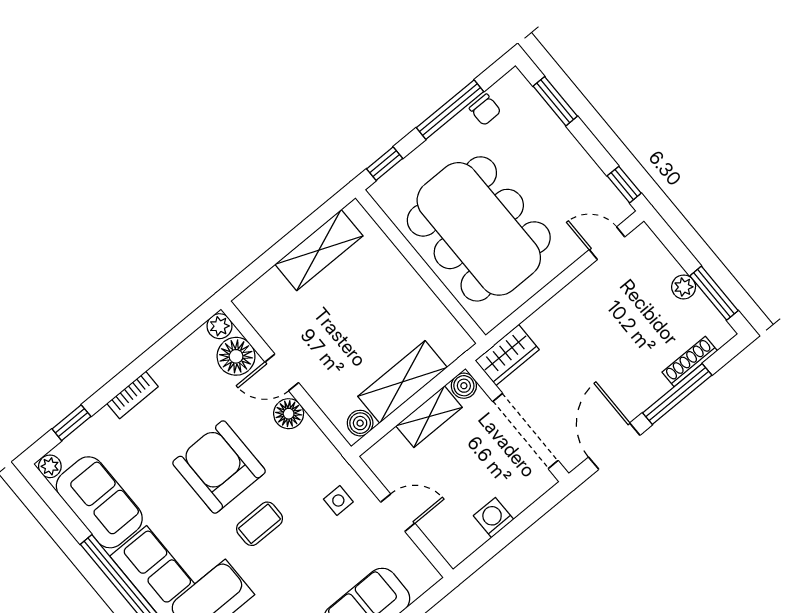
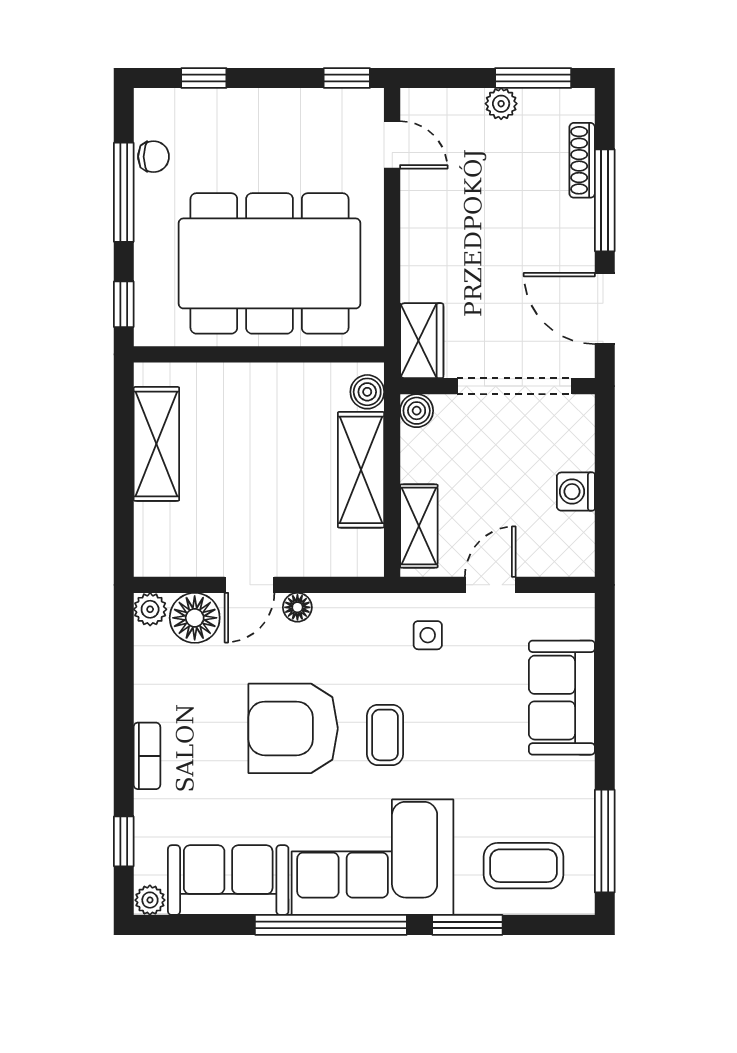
window: (555, 101) -> (204, 78), width x0.67
door: (607, 243) -> (392, 145), swing flipped
floor lamp: (289, 414) -> (297, 607), width x0.73, depth x0.73
shelving: (429, 417) -> (419, 526), moved
boiler: (360, 423) -> (367, 392), moved

